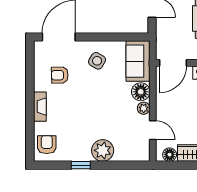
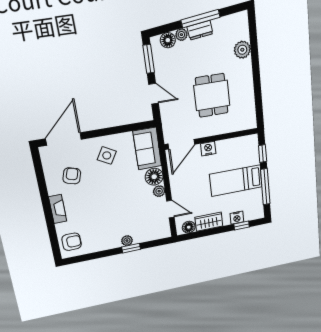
armchair: (60, 75) -> (72, 176), turned 108
armchair: (47, 145) -> (72, 242), turned 90
plant: (103, 150) -> (127, 241), width x0.53, depth x0.53
window: (81, 165) -> (131, 248), moved

